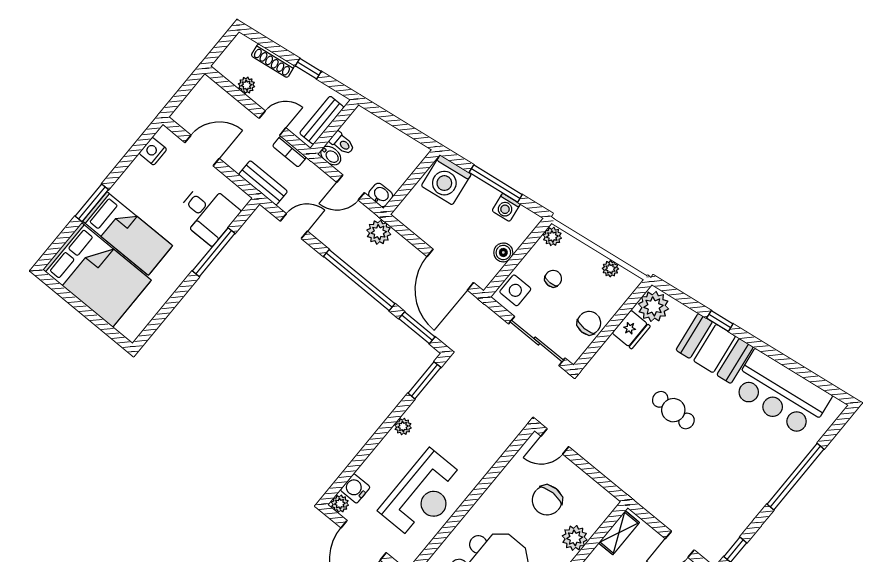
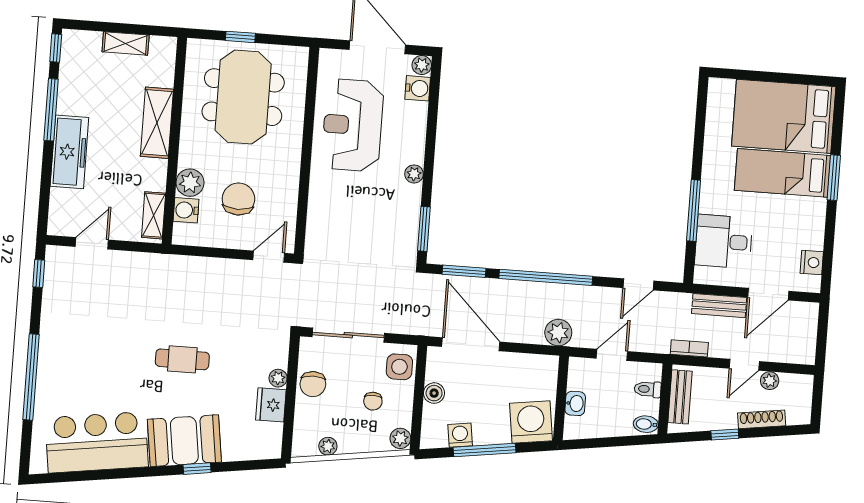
door: (272, 123) -> (744, 365), moved
bidet: (331, 156) -> (646, 424), moved
bench: (263, 183) -> (719, 306), moved
washbasin: (381, 195) -> (575, 403), moved, turned -90
plant: (653, 306) -> (278, 378), moved, width x0.53, depth x0.53
water cooler: (592, 519) -> (186, 210), added

